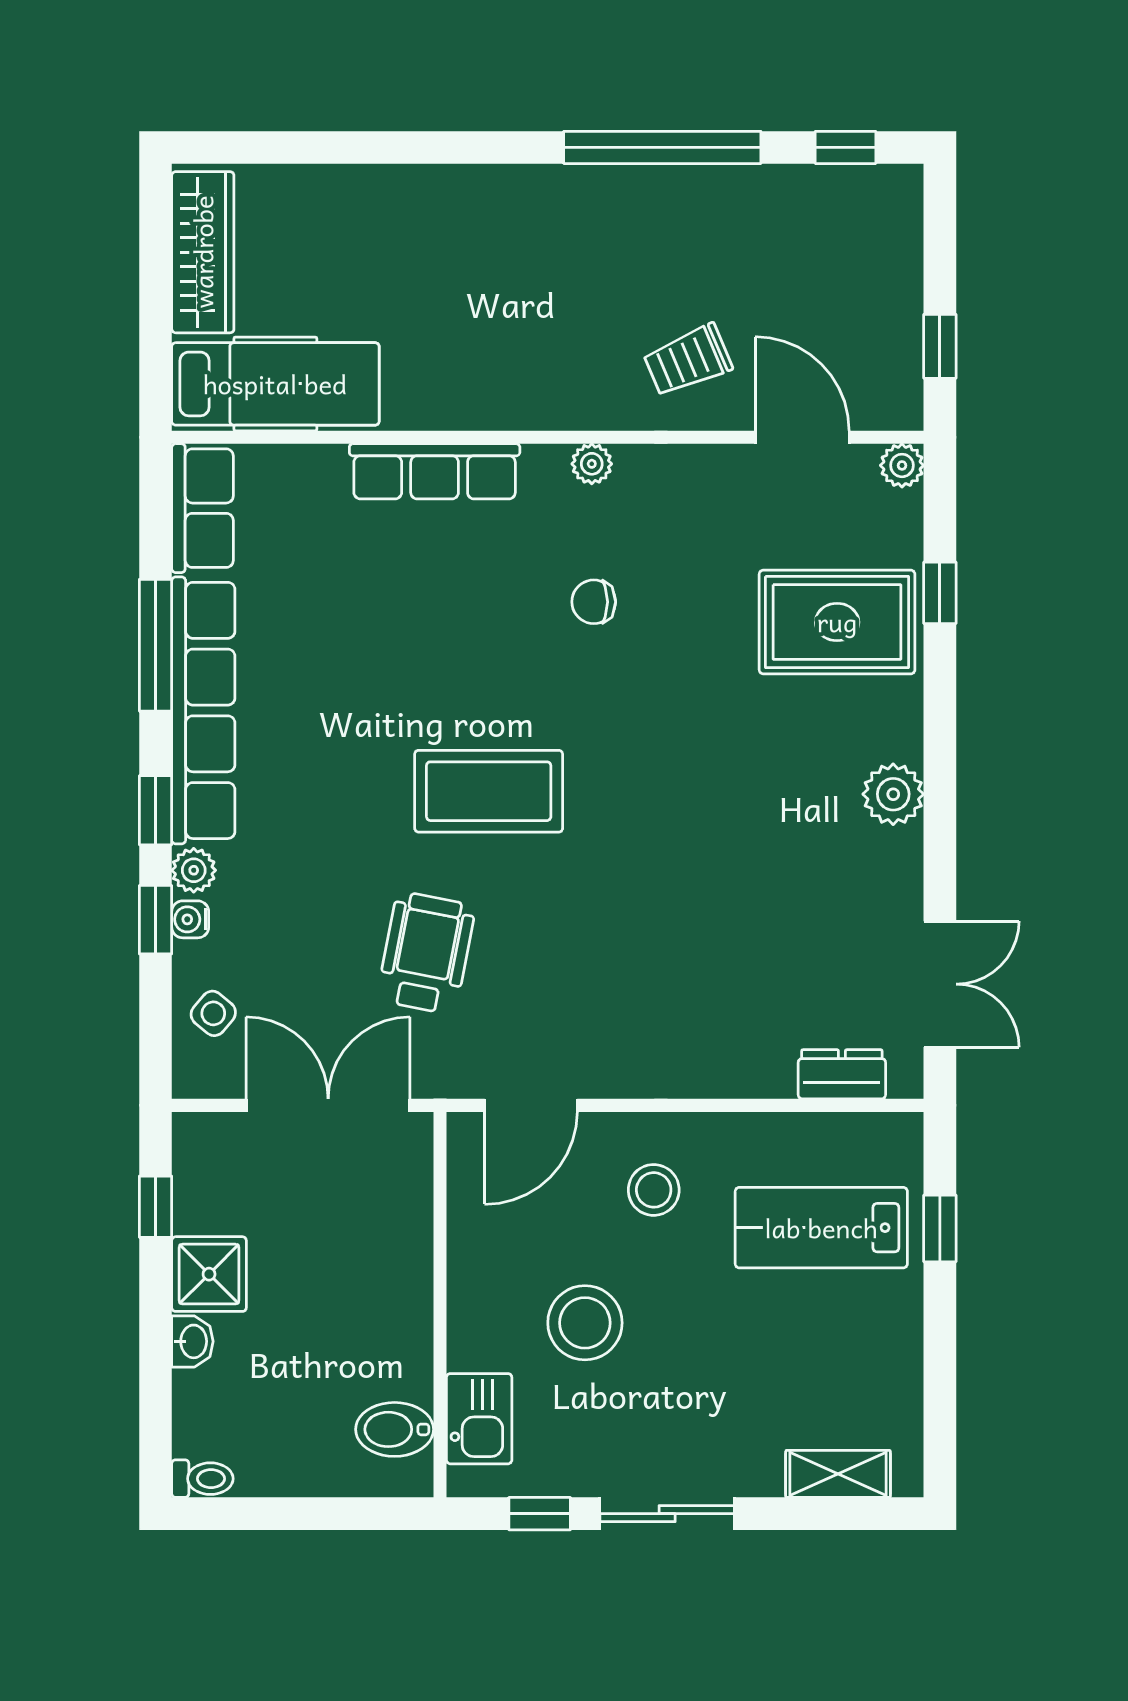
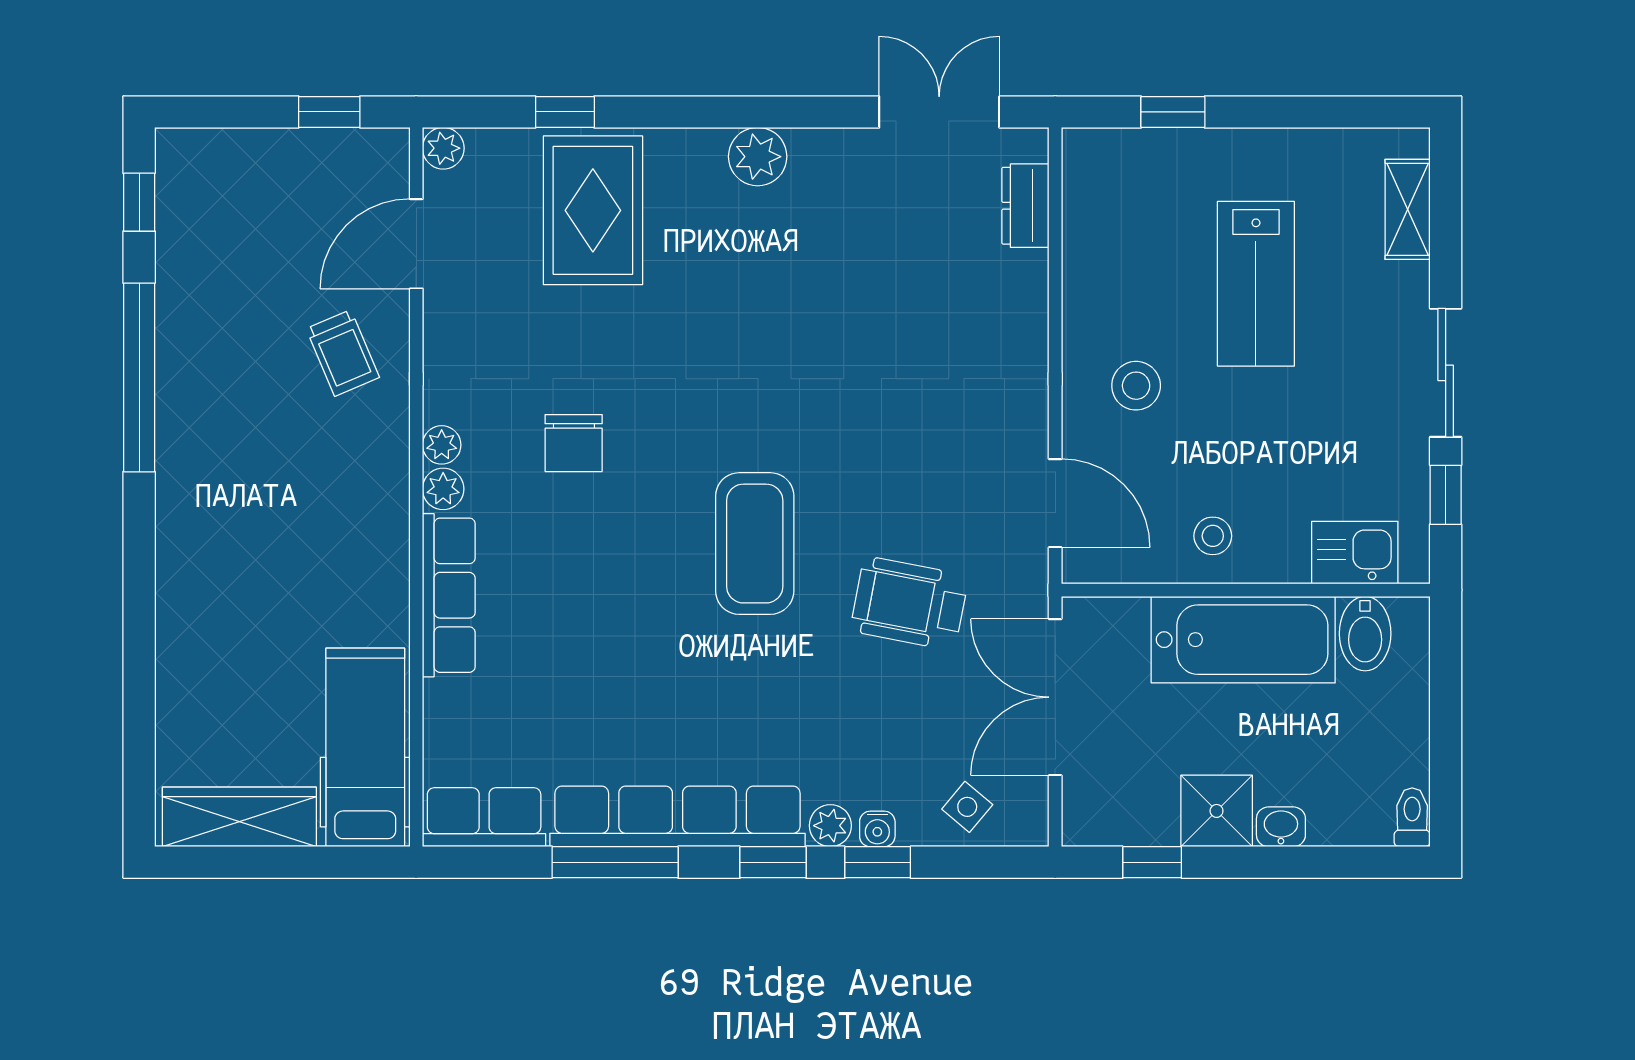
plant: (546, 465) -> (443, 489), added
chair: (594, 602) -> (574, 443), width x1.37, depth x1.37
lab bench: (821, 1228) -> (1256, 284), moved
bathtub: (388, 1302) -> (1243, 640), added
stool: (585, 1323) -> (1213, 536), moved, width x0.53, depth x0.53

